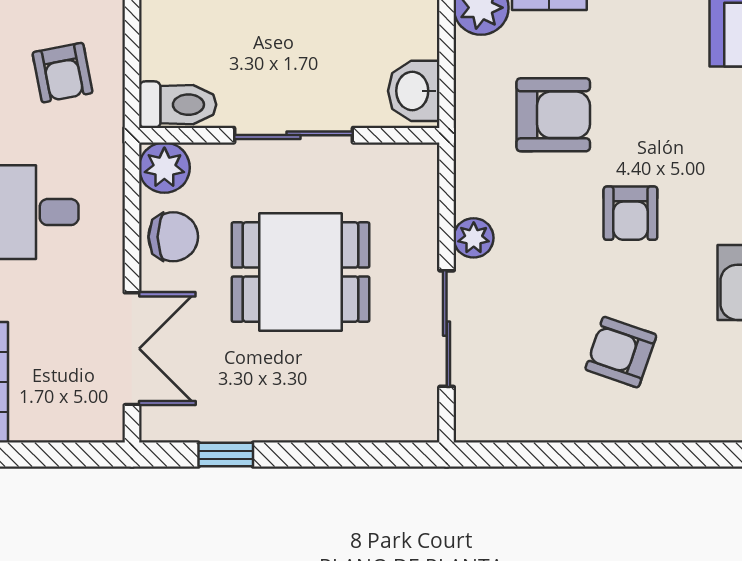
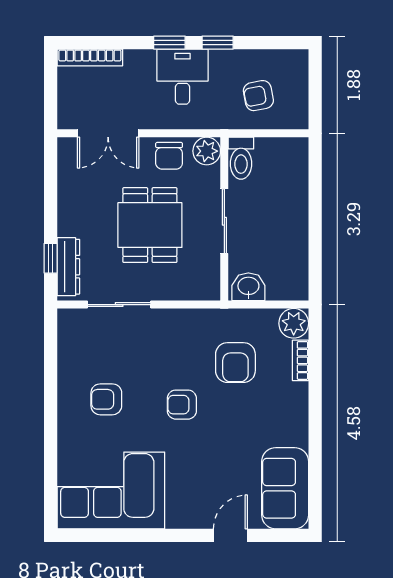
plant: (474, 238) -> (168, 319), removed
armchair: (621, 352) -> (106, 399), turned -109
dresser: (377, 422) -> (68, 267), added
window: (226, 455) -> (51, 258), moved

